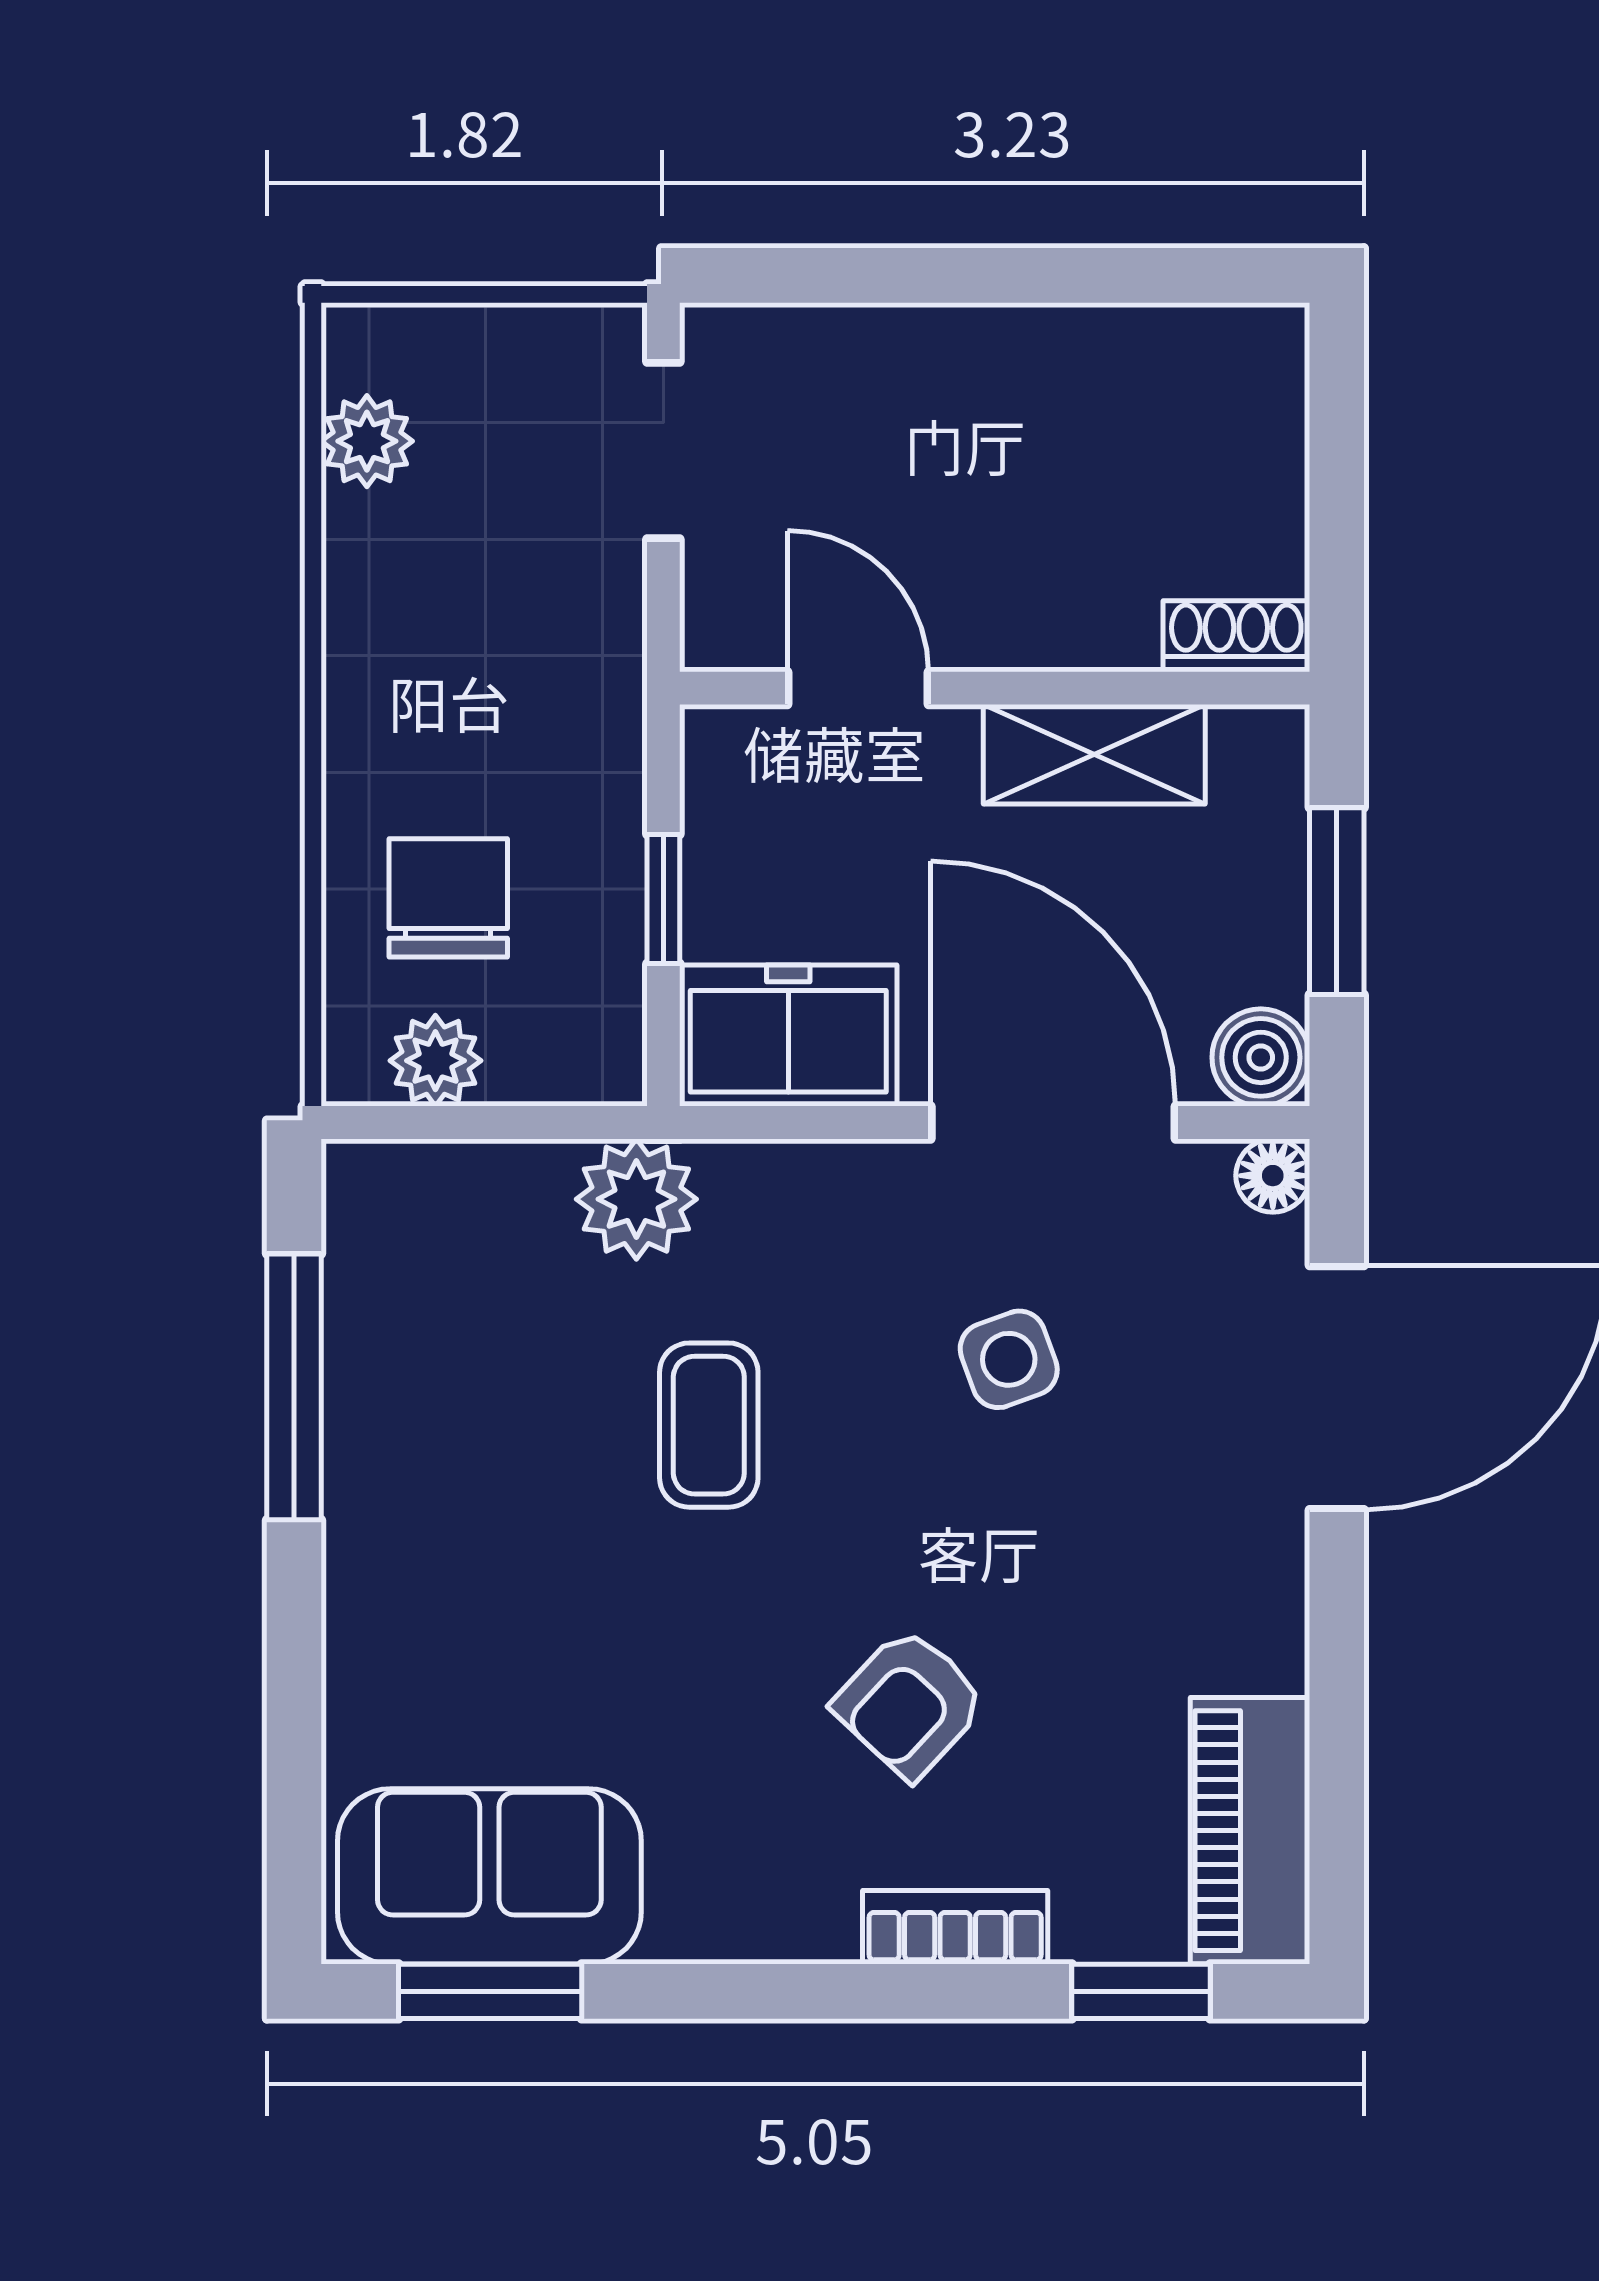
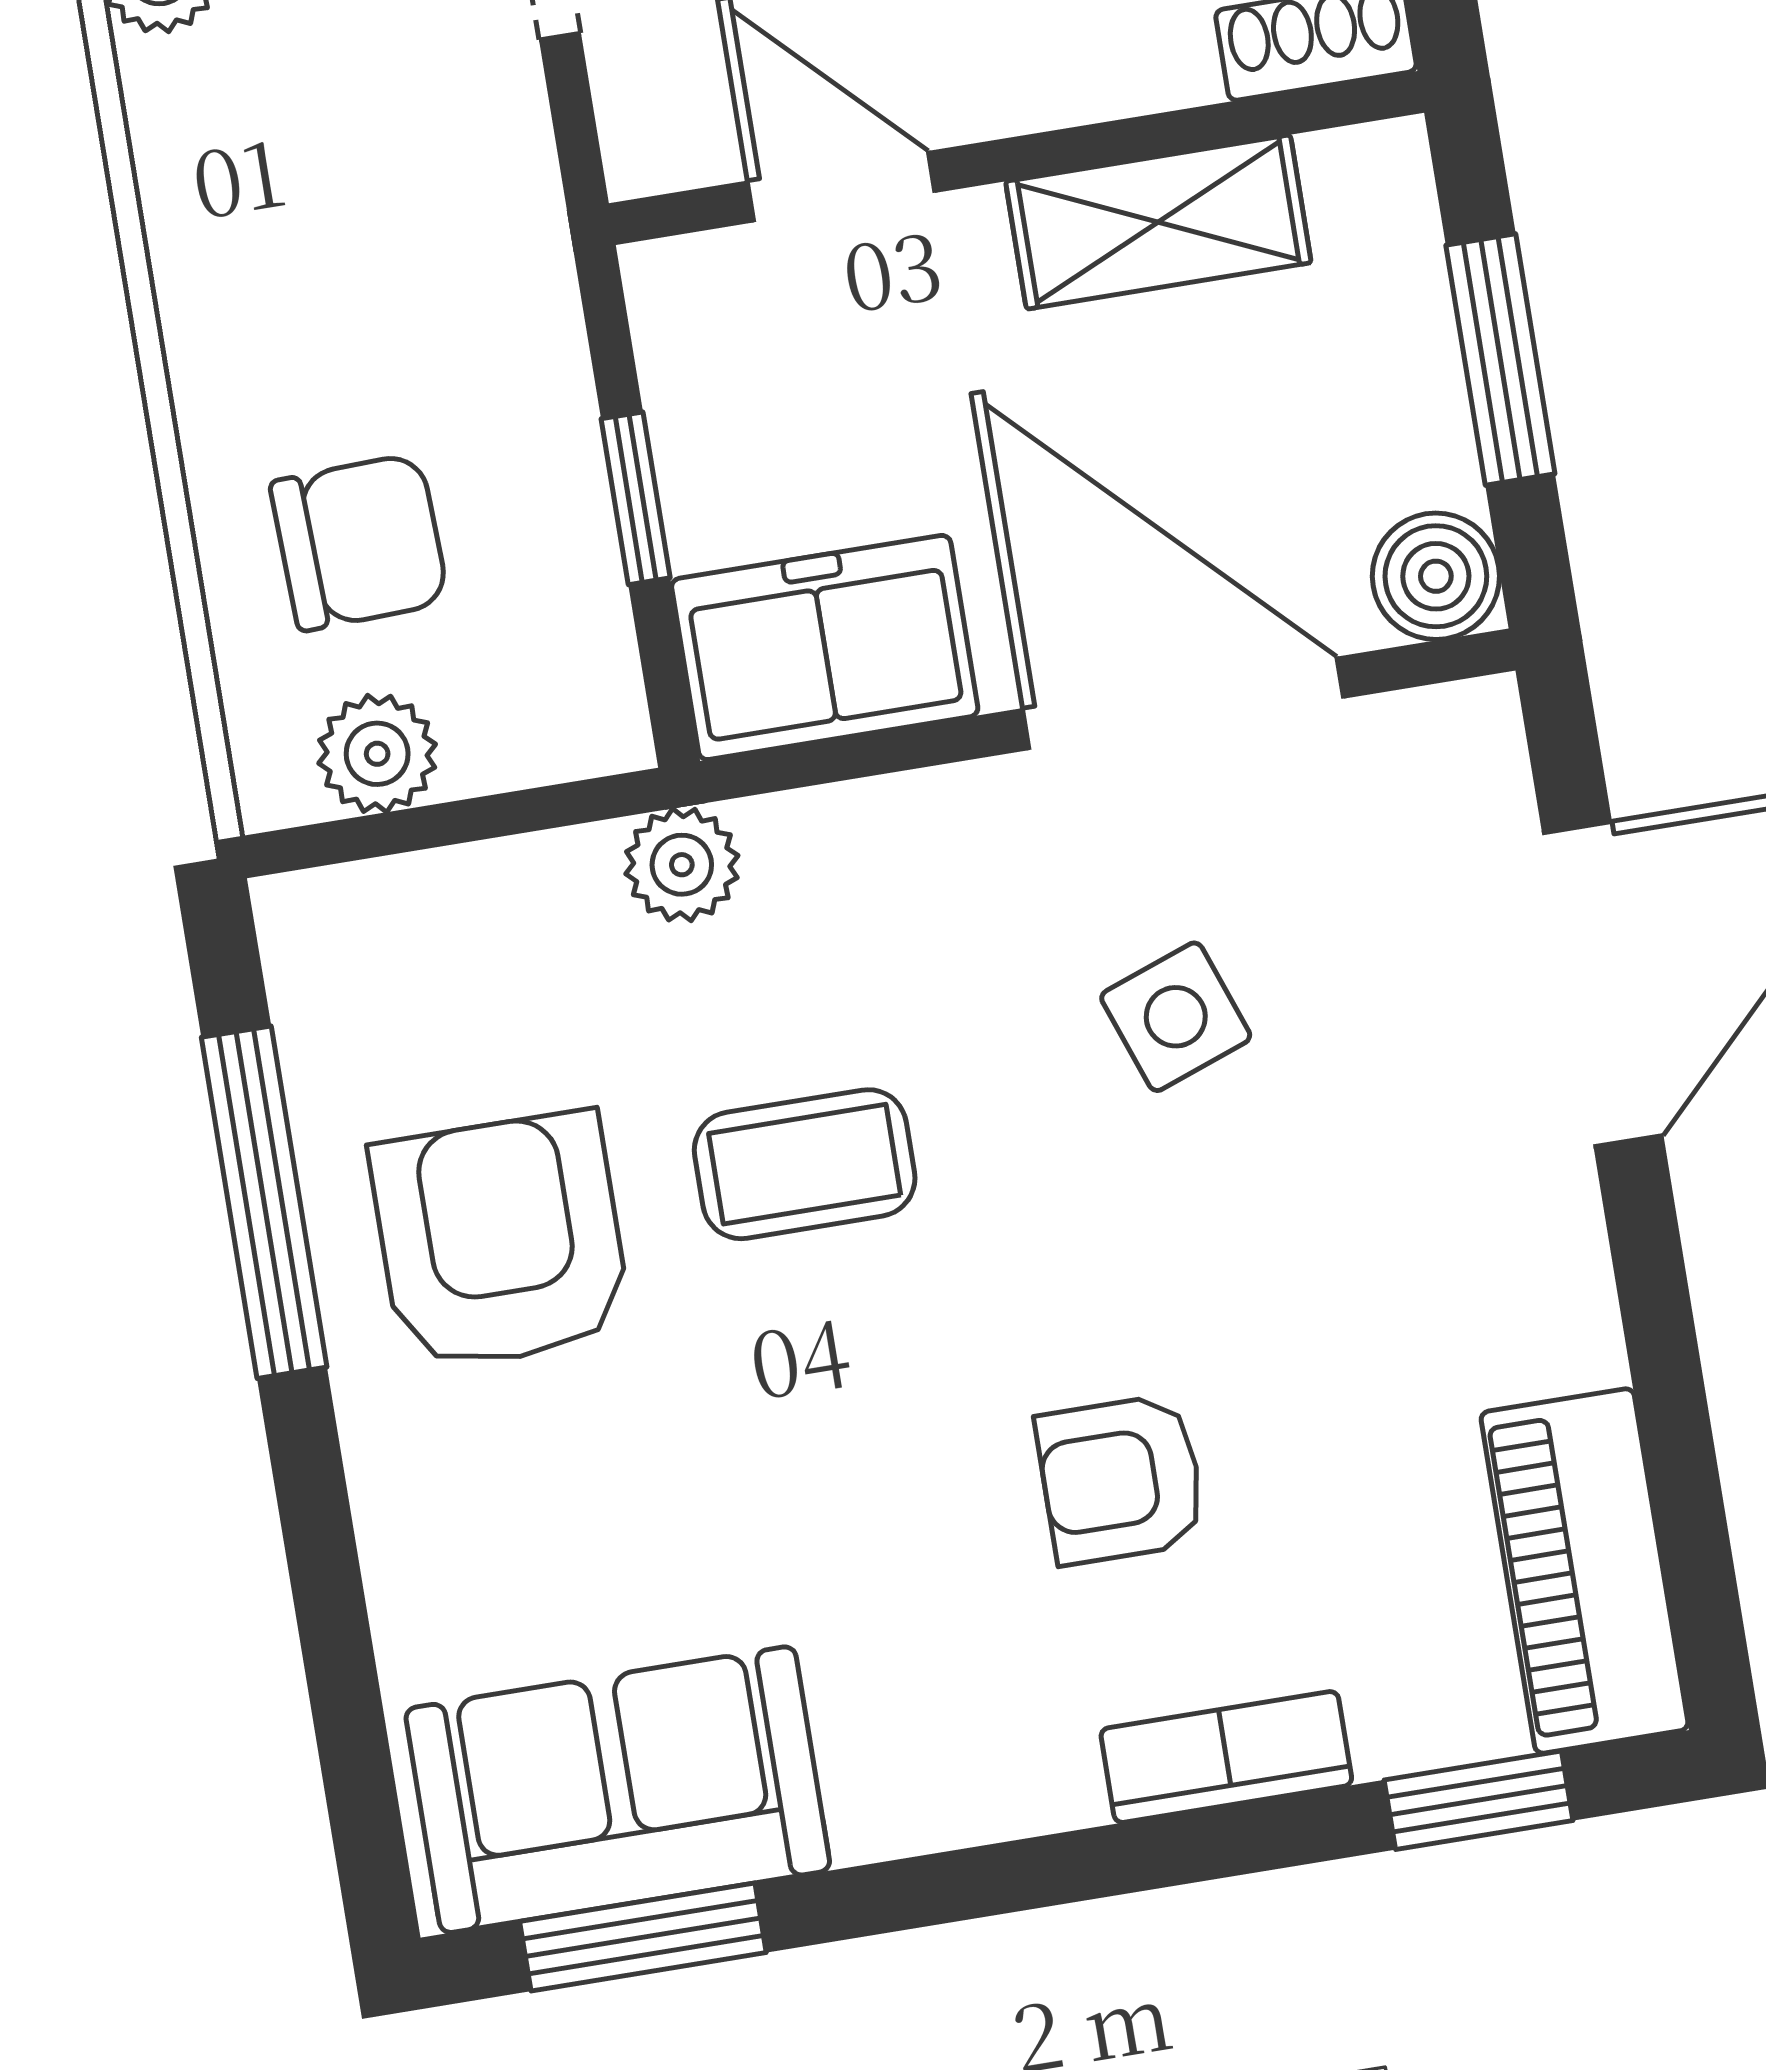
chair: (448, 898) -> (359, 542), turned 88
floor lamp: (1273, 1176) -> (1476, 725), removed
plant: (636, 1199) -> (682, 865), width x0.73, depth x0.73
coffee table: (709, 1425) -> (805, 1164), turned 90
armchair: (469, 1446) -> (501, 1241), added
armchair: (910, 1703) -> (1121, 1479), turned 47

